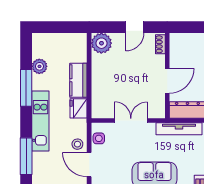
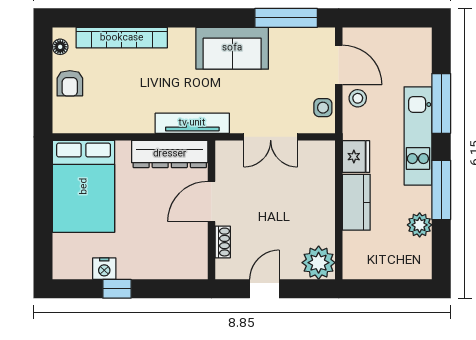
shoe rack: (160, 44) -> (223, 242), moved
window: (26, 156) -> (441, 103), moved

